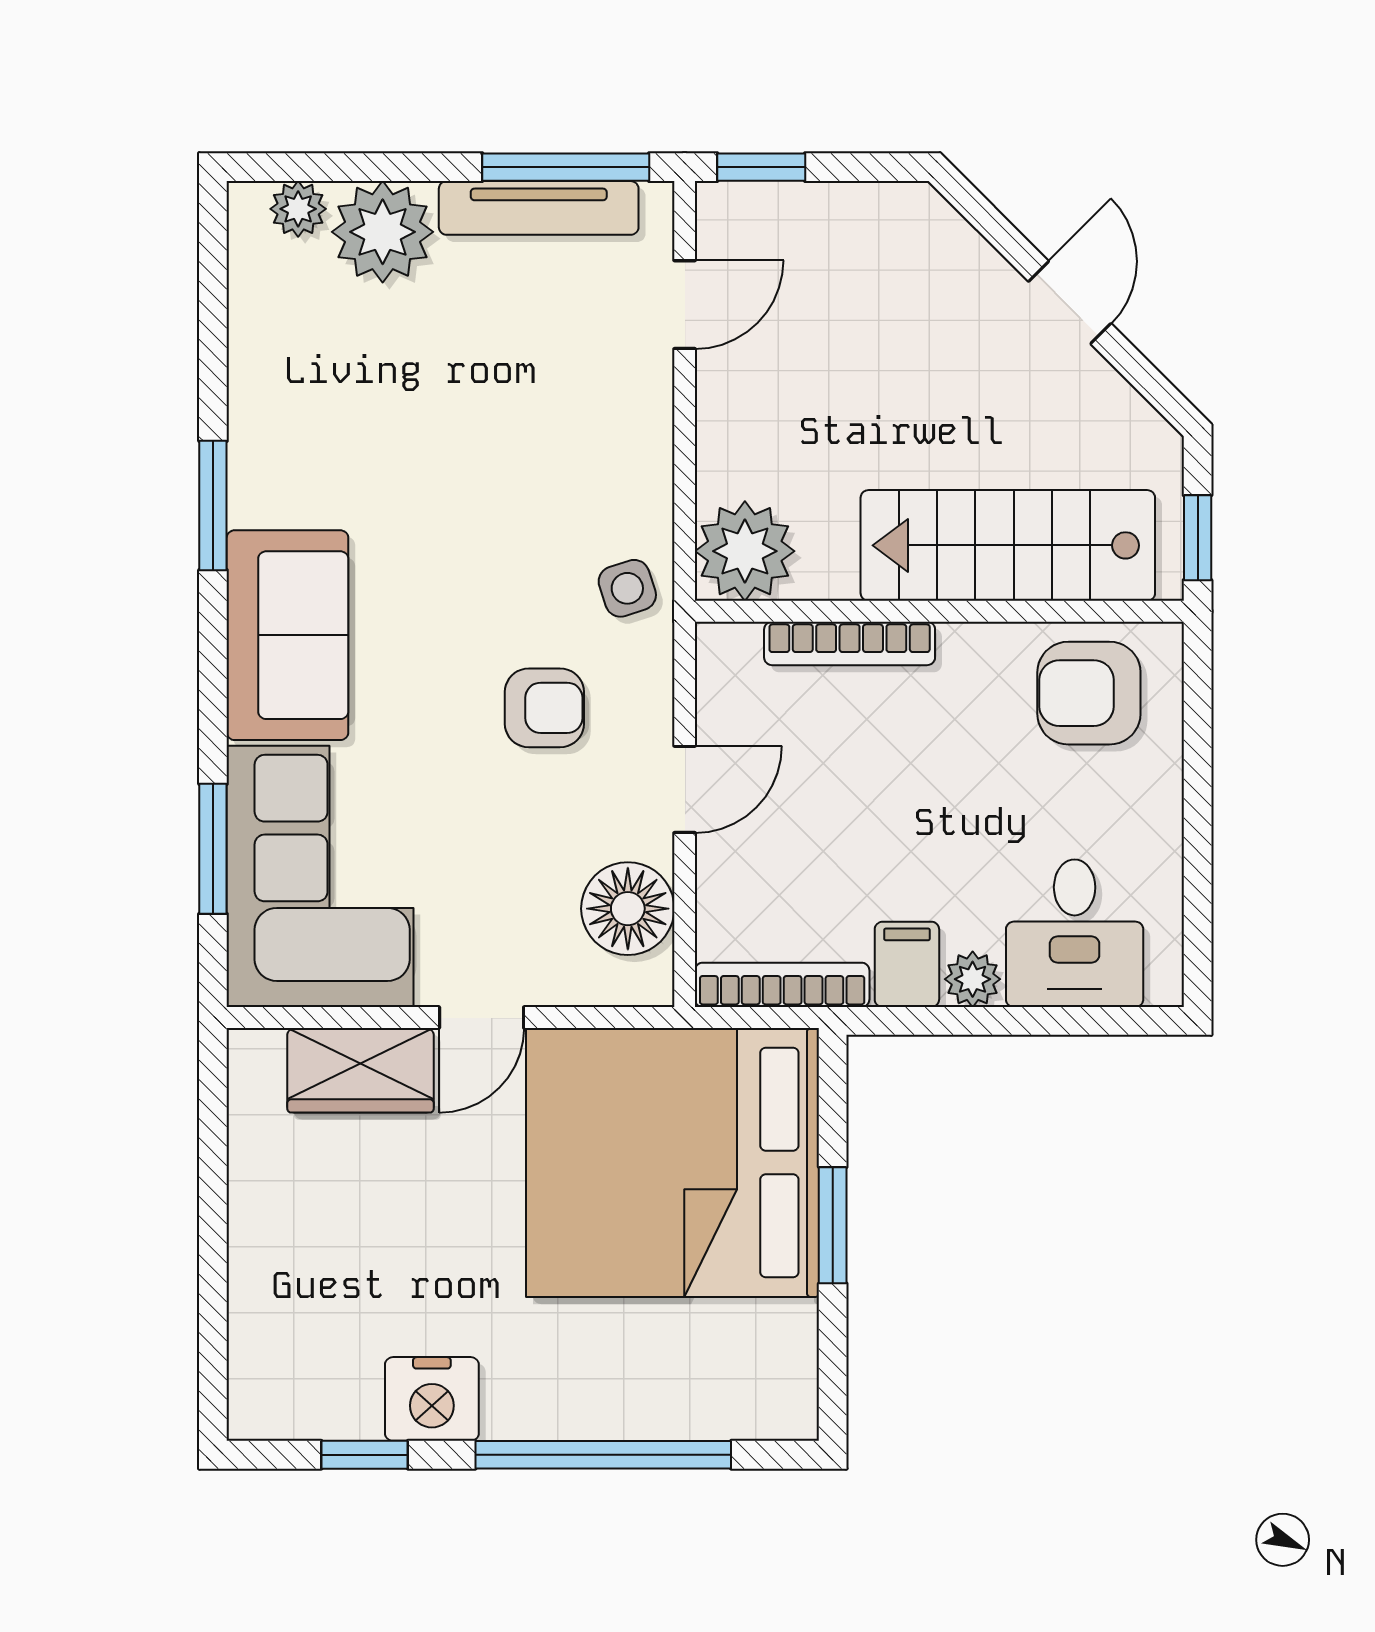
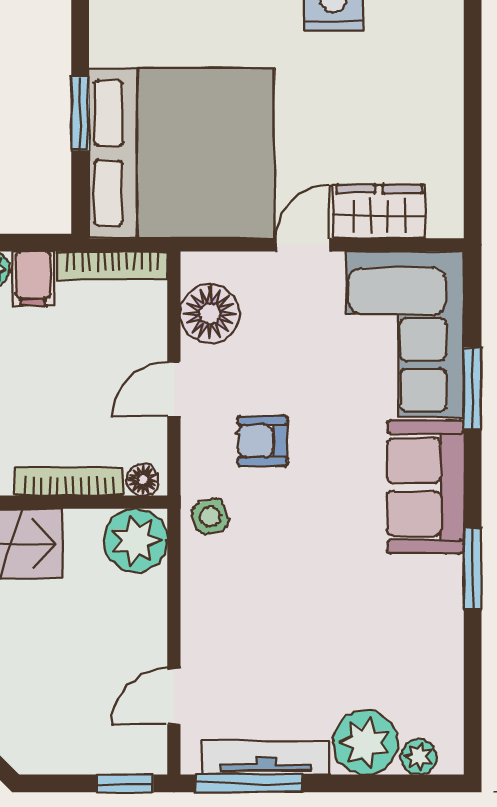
floor lamp: (734, 647) -> (143, 480), added
window: (213, 849) -> (473, 389), moved

